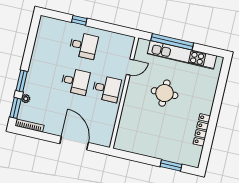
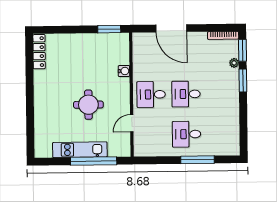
window: (79, 20) -> (198, 160), width x2.17
kitchen unit: (182, 55) -> (80, 150), width x0.73
water cooler: (126, 115) -> (124, 71), added
locker: (202, 130) -> (39, 52), moved
window: (171, 165) -> (109, 29), moved

